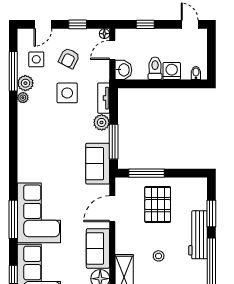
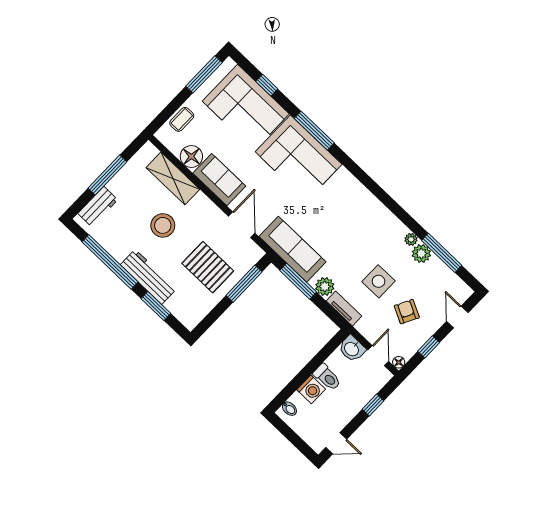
side table: (36, 59) -> (433, 282), removed
sofa: (98, 164) -> (292, 249), width x1.36
stool: (159, 256) -> (163, 225), width x1.89, depth x1.89

